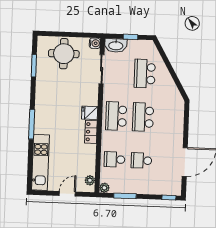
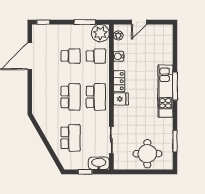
water cooler: (95, 43) -> (119, 56), moved
kitchen unit: (40, 162) -> (165, 91), moved
plant: (104, 188) -> (100, 33), width x1.87, depth x1.87

